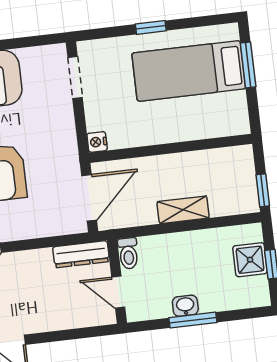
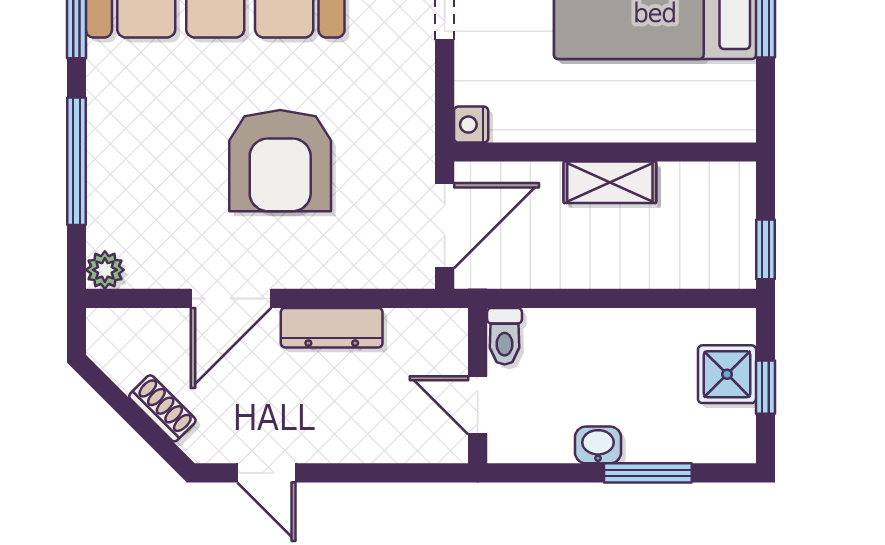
shelving: (183, 210) -> (610, 182), moved
dresser: (81, 254) -> (332, 328), moved
window: (193, 320) -> (648, 473), moved

